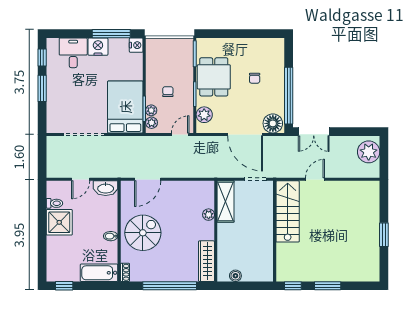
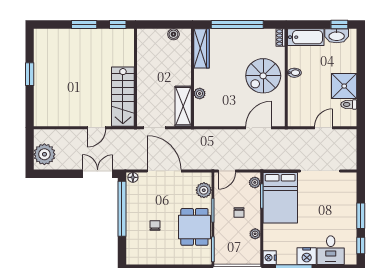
plant: (151, 110) -> (255, 234), moved
floor lamp: (273, 123) -> (133, 177), width x0.53, depth x0.53
washbasin: (106, 188) -> (337, 36), moved, turned 180

